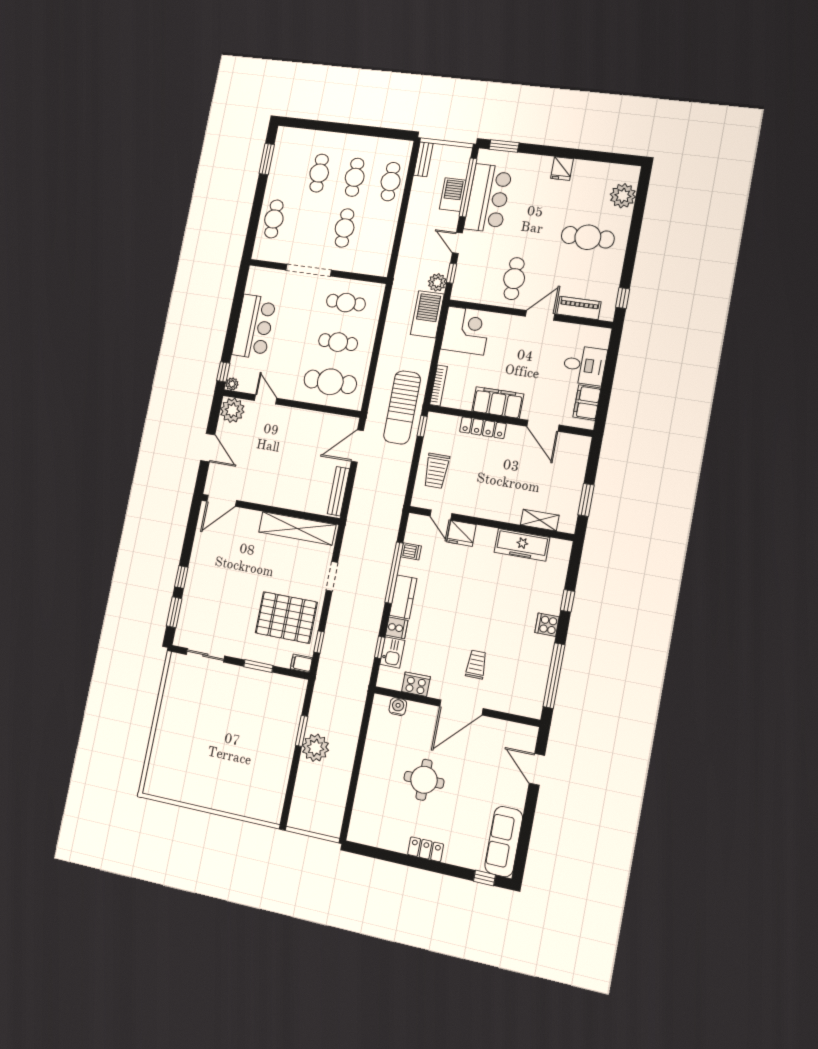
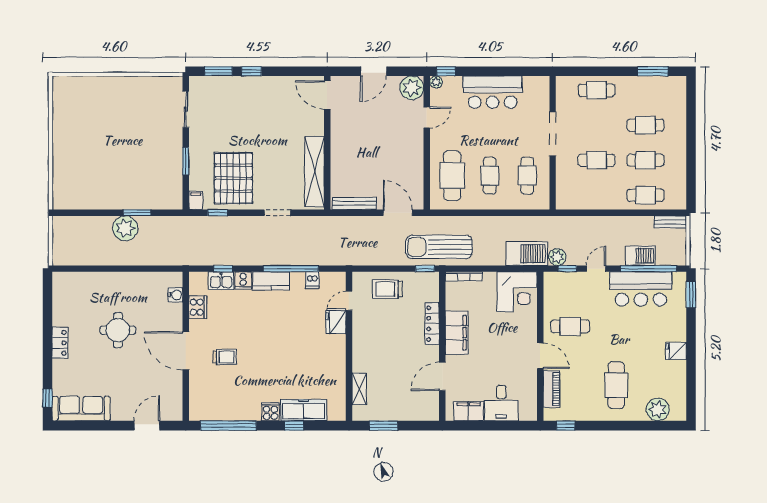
freezer: (522, 545) -> (304, 410), moved, turned 90

